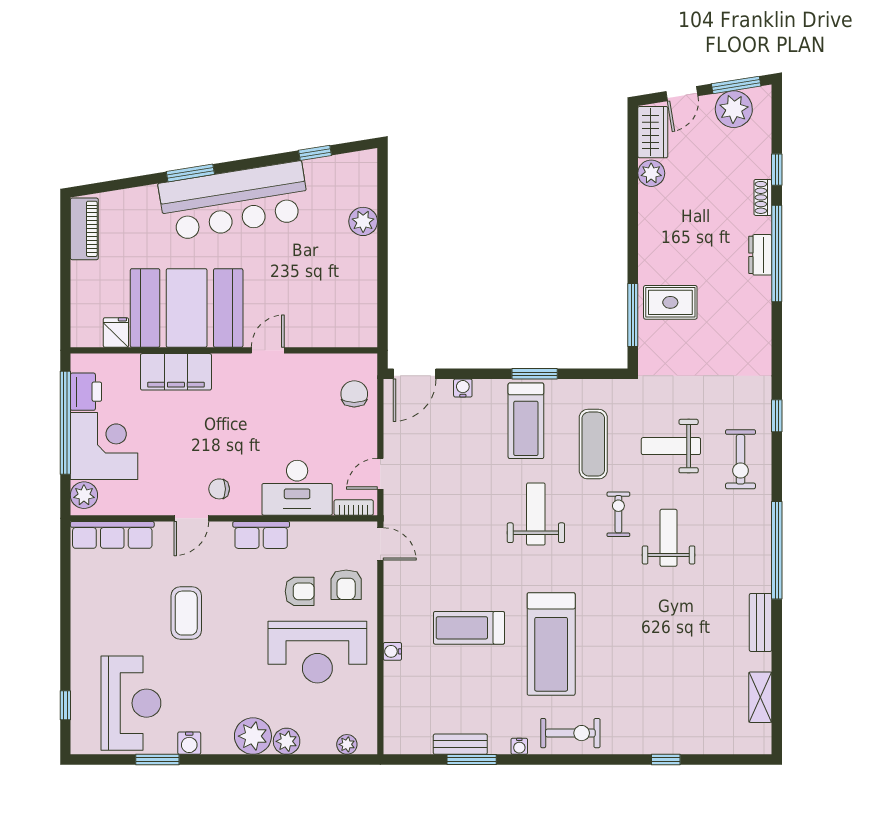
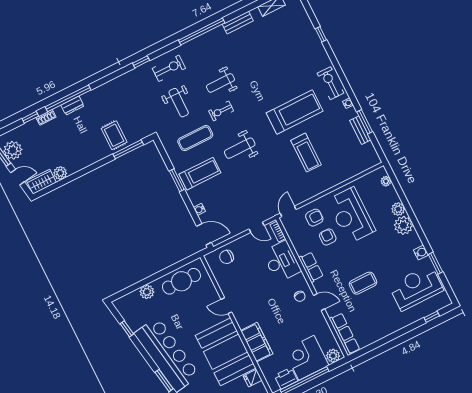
cafe table: (351, 292) -> (181, 281), added
water cooler: (392, 651) -> (334, 182), removed
reception desk: (317, 652) -> (351, 215), turned 180

